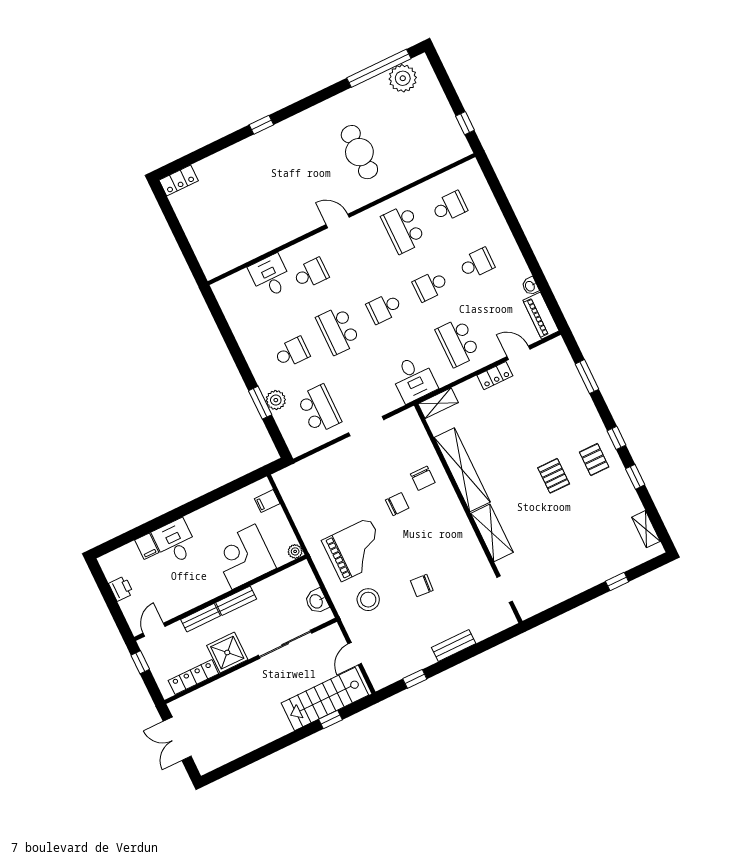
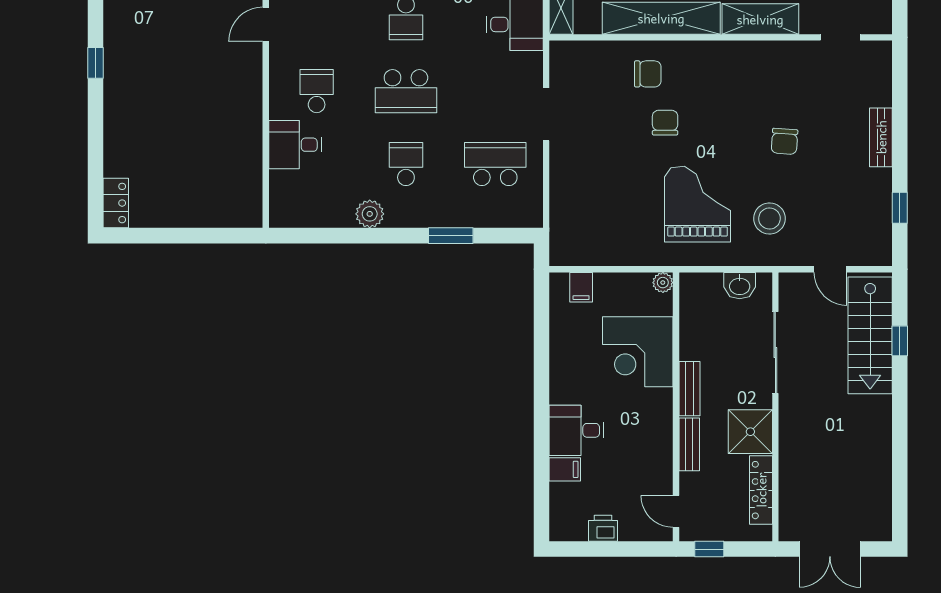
plant: (276, 400) -> (370, 214), moved

